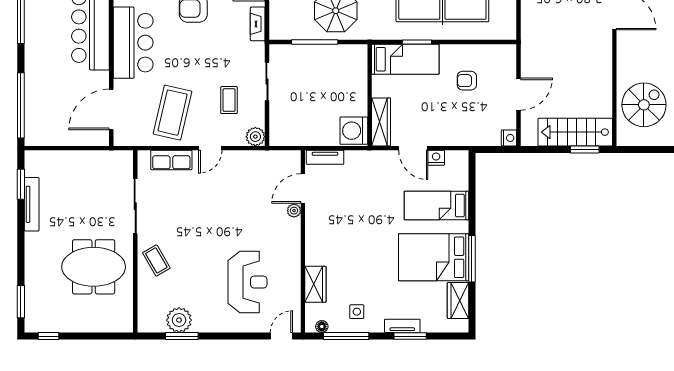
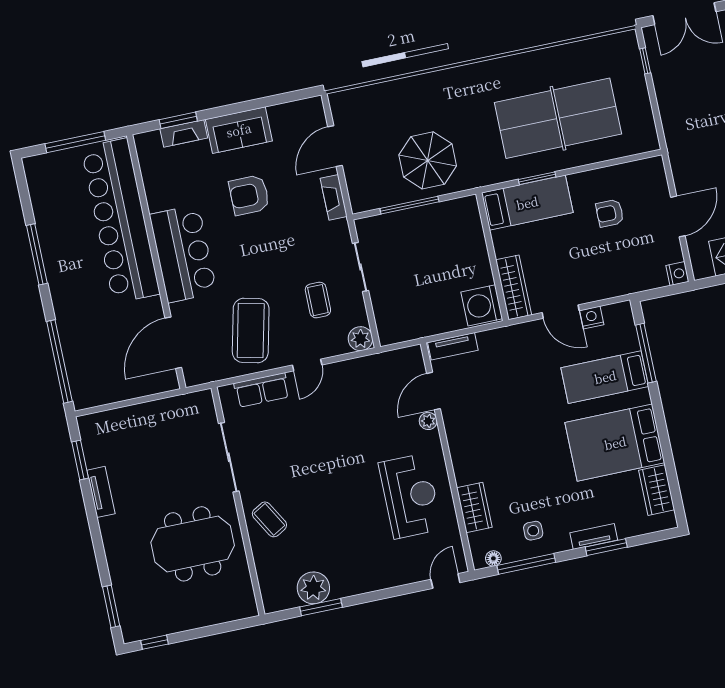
tv unit: (32, 204) -> (101, 492), width x0.71
window: (472, 259) -> (646, 353), moved
reception desk: (247, 282) -> (410, 496), moved

